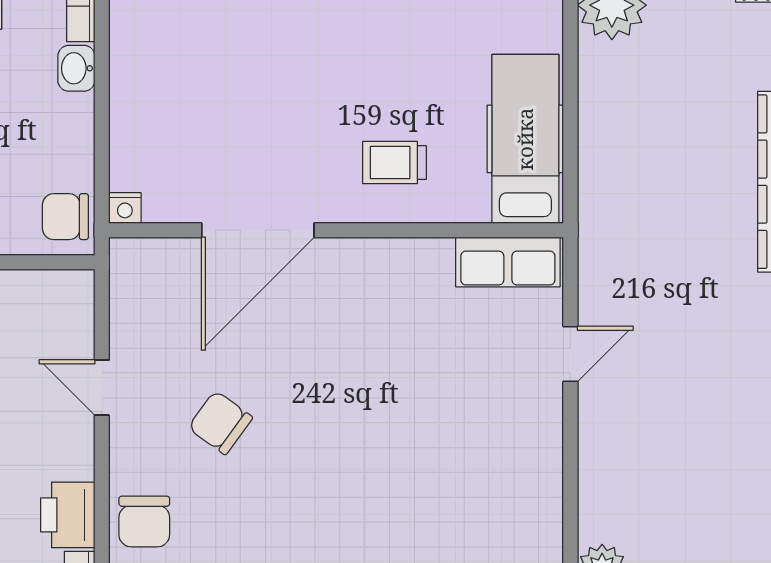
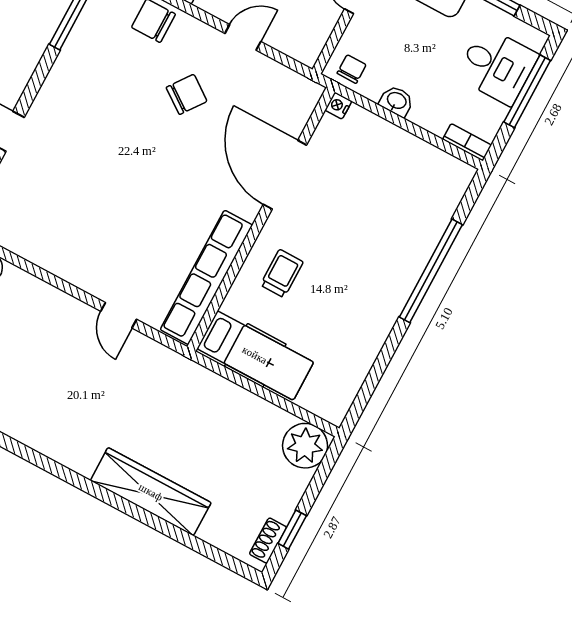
washbasin: (76, 68) -> (396, 101), moved
chair: (65, 217) -> (352, 69), width x0.73, depth x0.73
row of seats: (508, 262) -> (206, 277), width x2.02

